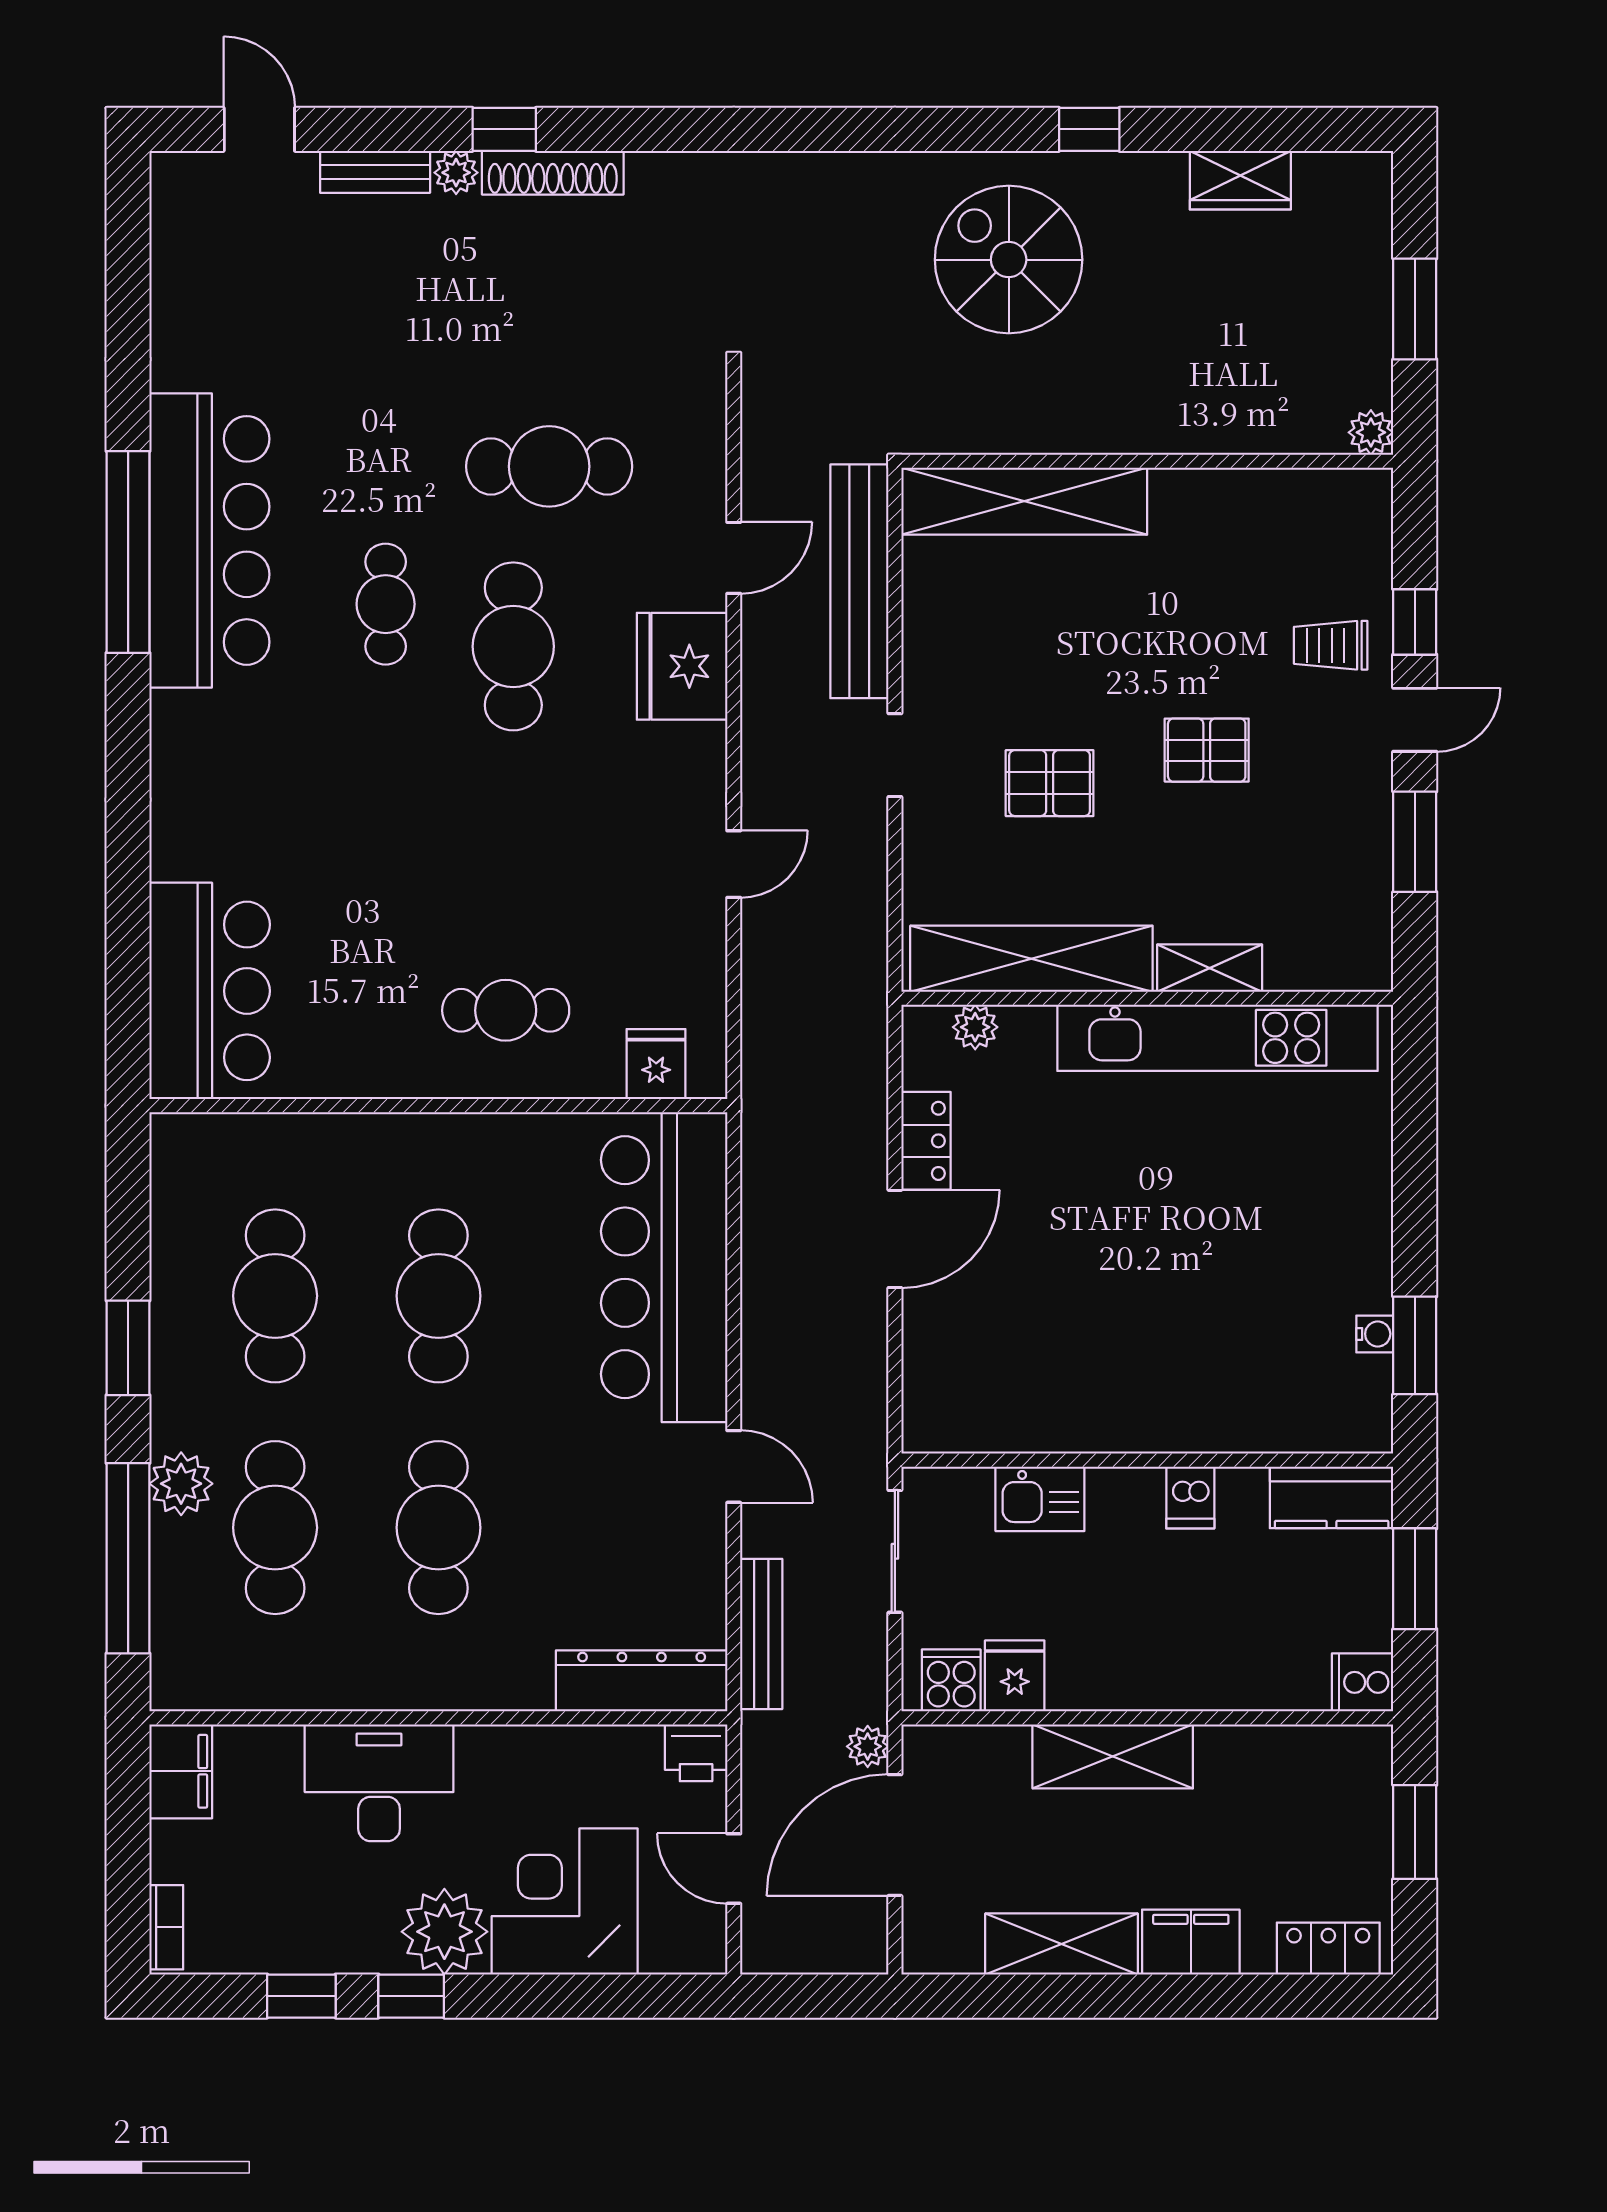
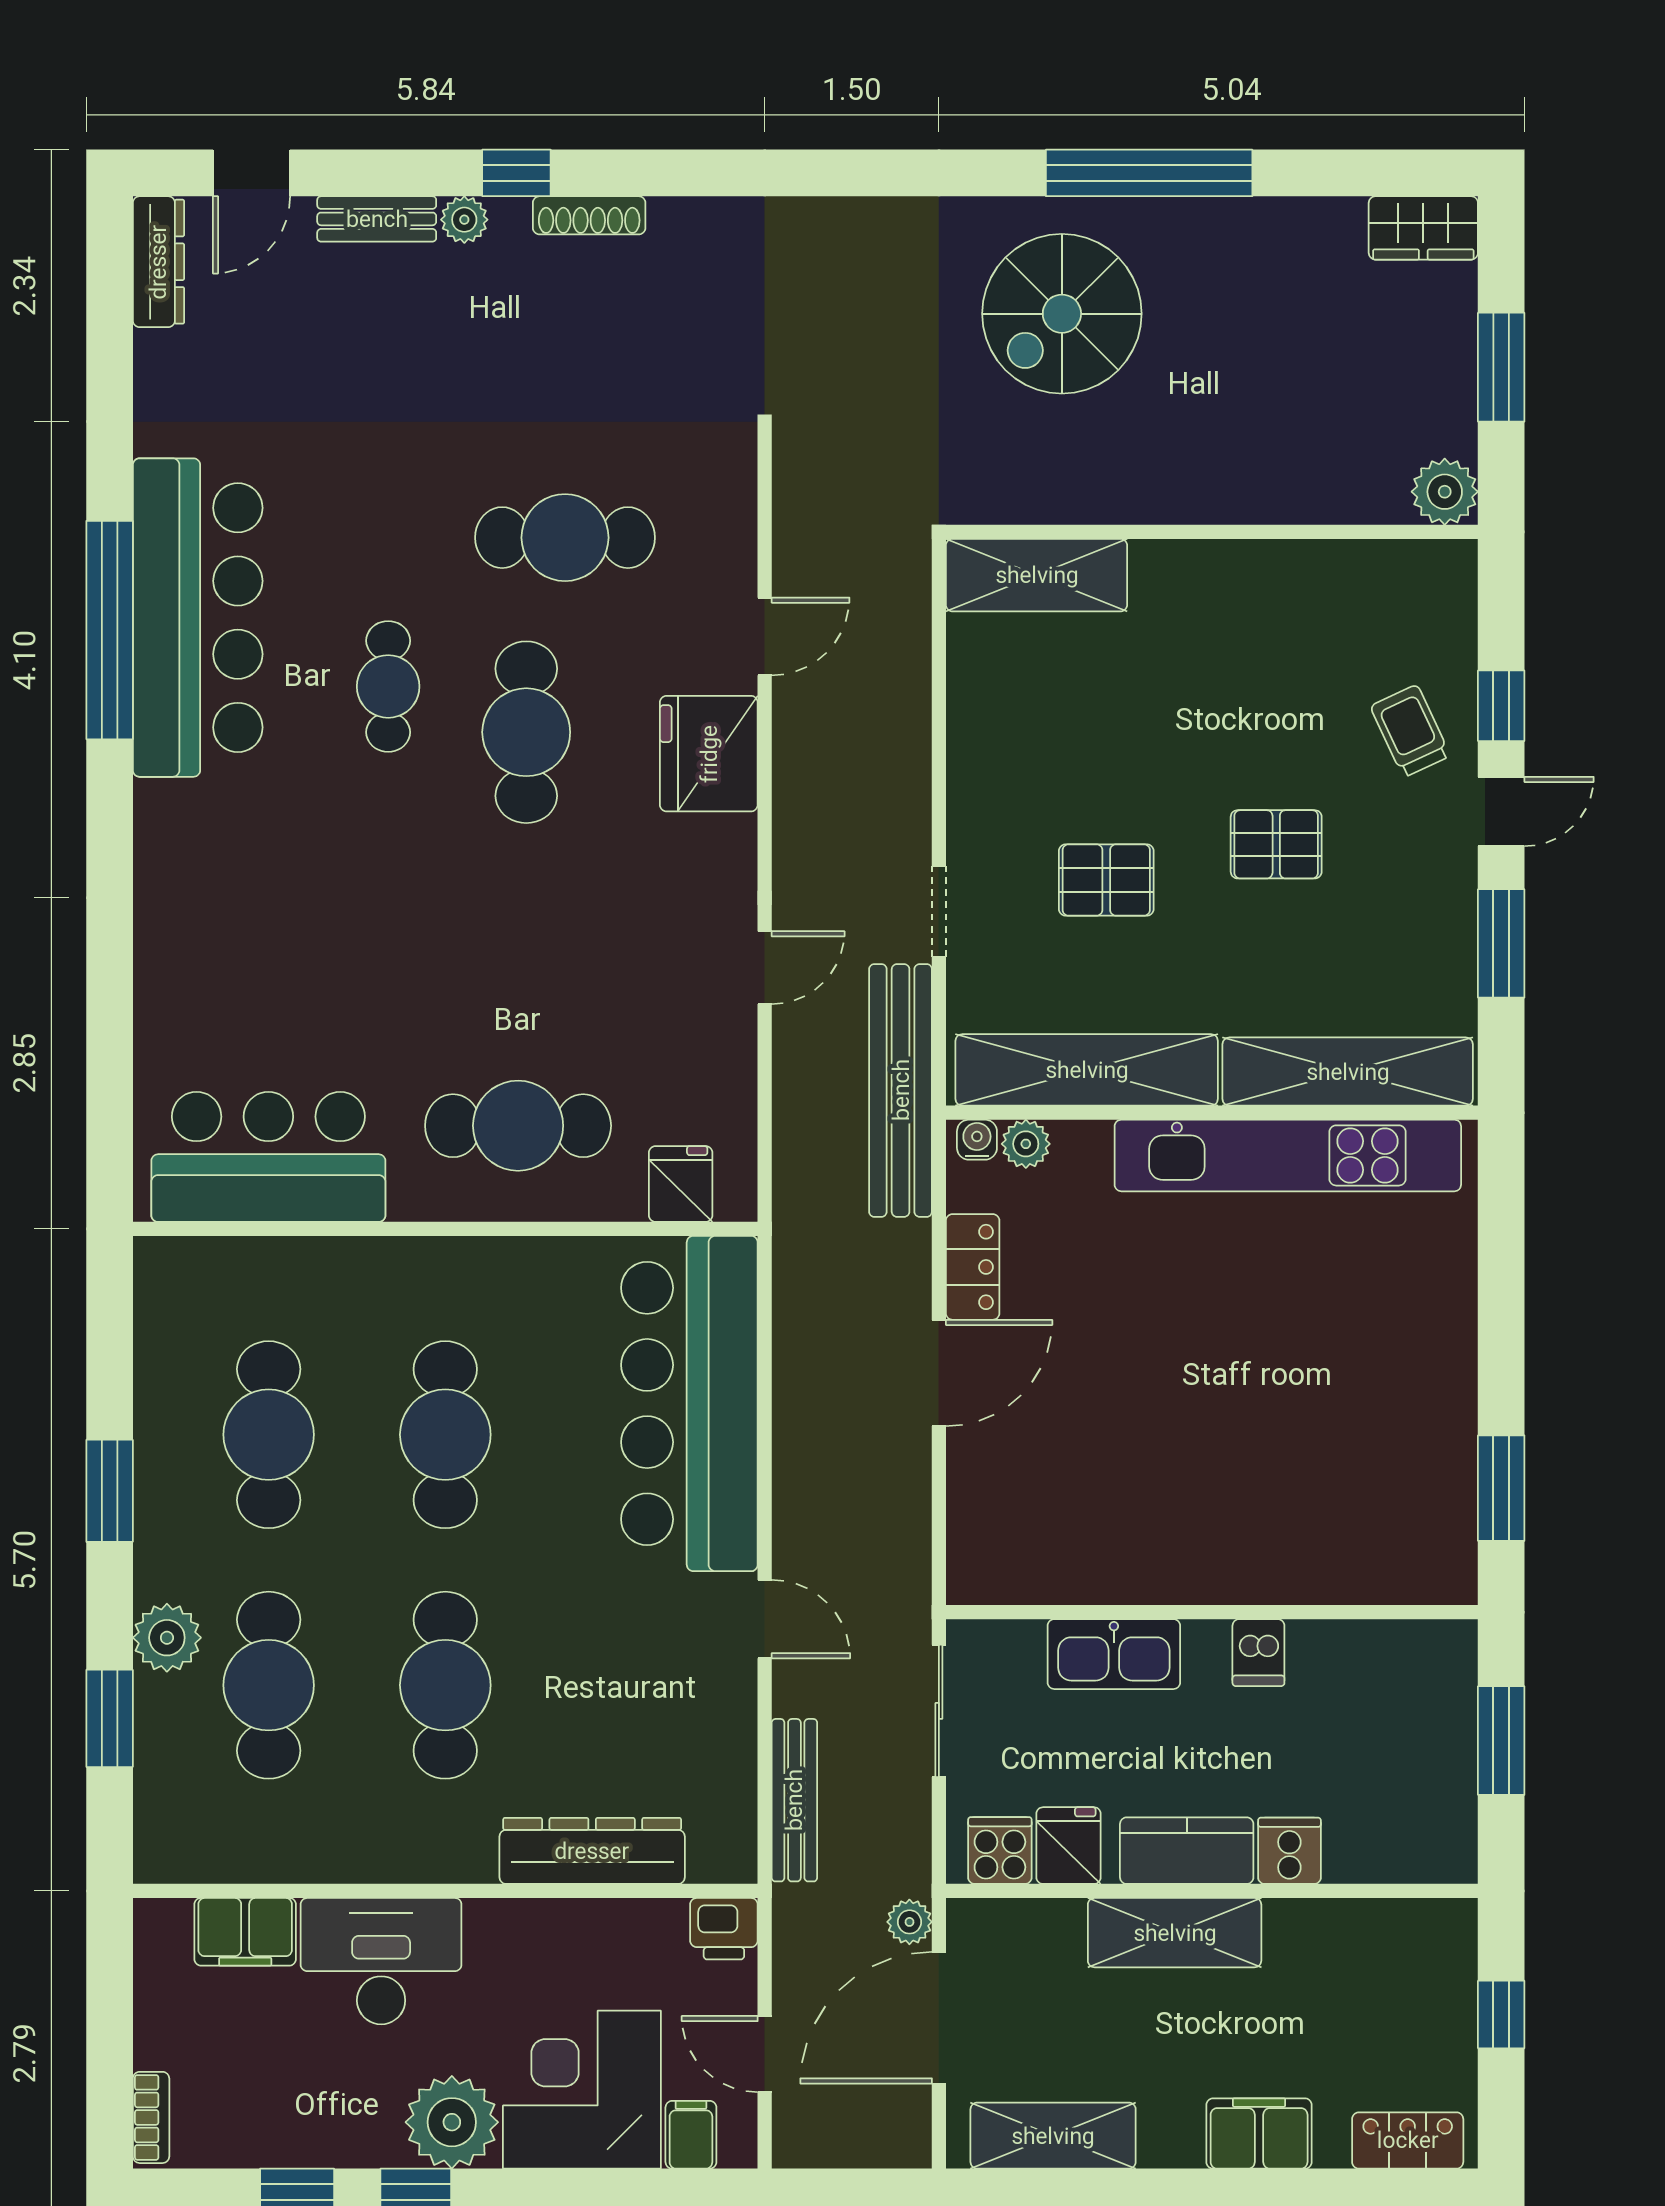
door: (259, 129) -> (252, 173), swing flipped
window: (1089, 129) -> (1149, 173), width x3.17
shoe rack: (553, 173) -> (589, 215), width x0.74, depth x0.81
wardrobe: (1240, 180) -> (1423, 228), moved
dresser: (173, 211) -> (158, 262), added
spiral stairs: (1009, 260) -> (1062, 314), turned -90
plant: (1371, 432) -> (1445, 492), width x1.38, depth x1.38
shelving: (1024, 501) -> (1037, 575), width x0.68
bench: (859, 581) -> (901, 1090), moved
trolley: (1331, 645) -> (1410, 731), turned 65
doorway: (895, 755) -> (939, 912), moved
shelving: (1210, 968) -> (1348, 1072), width x2.20, depth x1.33
bar counter: (210, 991) -> (268, 1157), moved, turned -90
cafe table: (506, 1010) -> (518, 1126), width x1.37, depth x1.35
water cooler: (1375, 1334) -> (977, 1140), moved, turned -90
kitchen counter: (1332, 1497) -> (1187, 1851), moved, turned 180
kitchen sink: (1040, 1499) -> (1114, 1654), width x1.38
window: (128, 1558) -> (110, 1718), width x0.47
dresser: (642, 1681) -> (592, 1851), moved
cooker: (1363, 1682) -> (1289, 1851), moved, turned 90
filing cabinet: (181, 1771) -> (245, 1932), moved, turned 90
window: (1415, 1832) -> (1501, 2014), width x0.67
filing cabinet: (666, 1943) -> (691, 2135), added
shelving: (1061, 1944) -> (1053, 2136), moved

